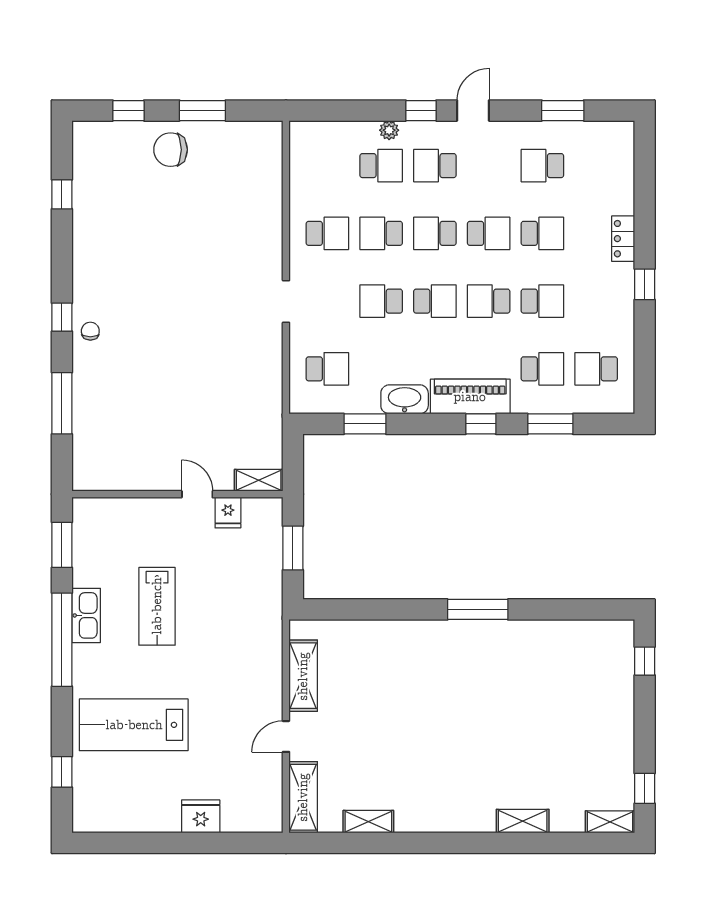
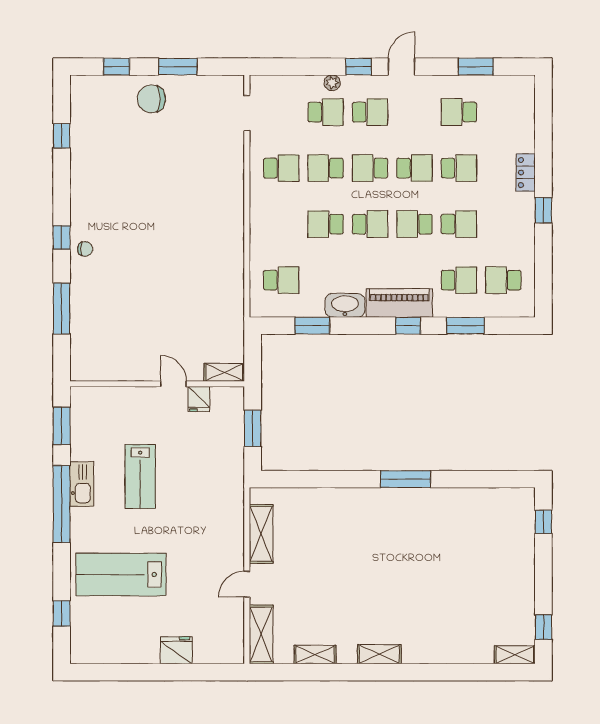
school desk: (435, 166) -> (370, 112), turned 180
doorway: (286, 302) -> (247, 113), moved
chair: (90, 331) -> (85, 249), turned 90
shelving: (523, 821) -> (379, 654), moved

